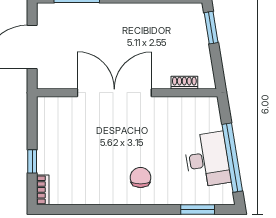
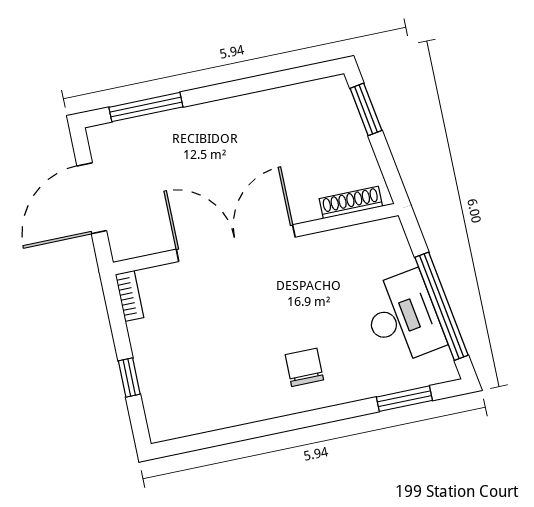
shoe rack: (184, 83) -> (351, 203), width x1.43
bookcase: (43, 190) -> (130, 296), moved

